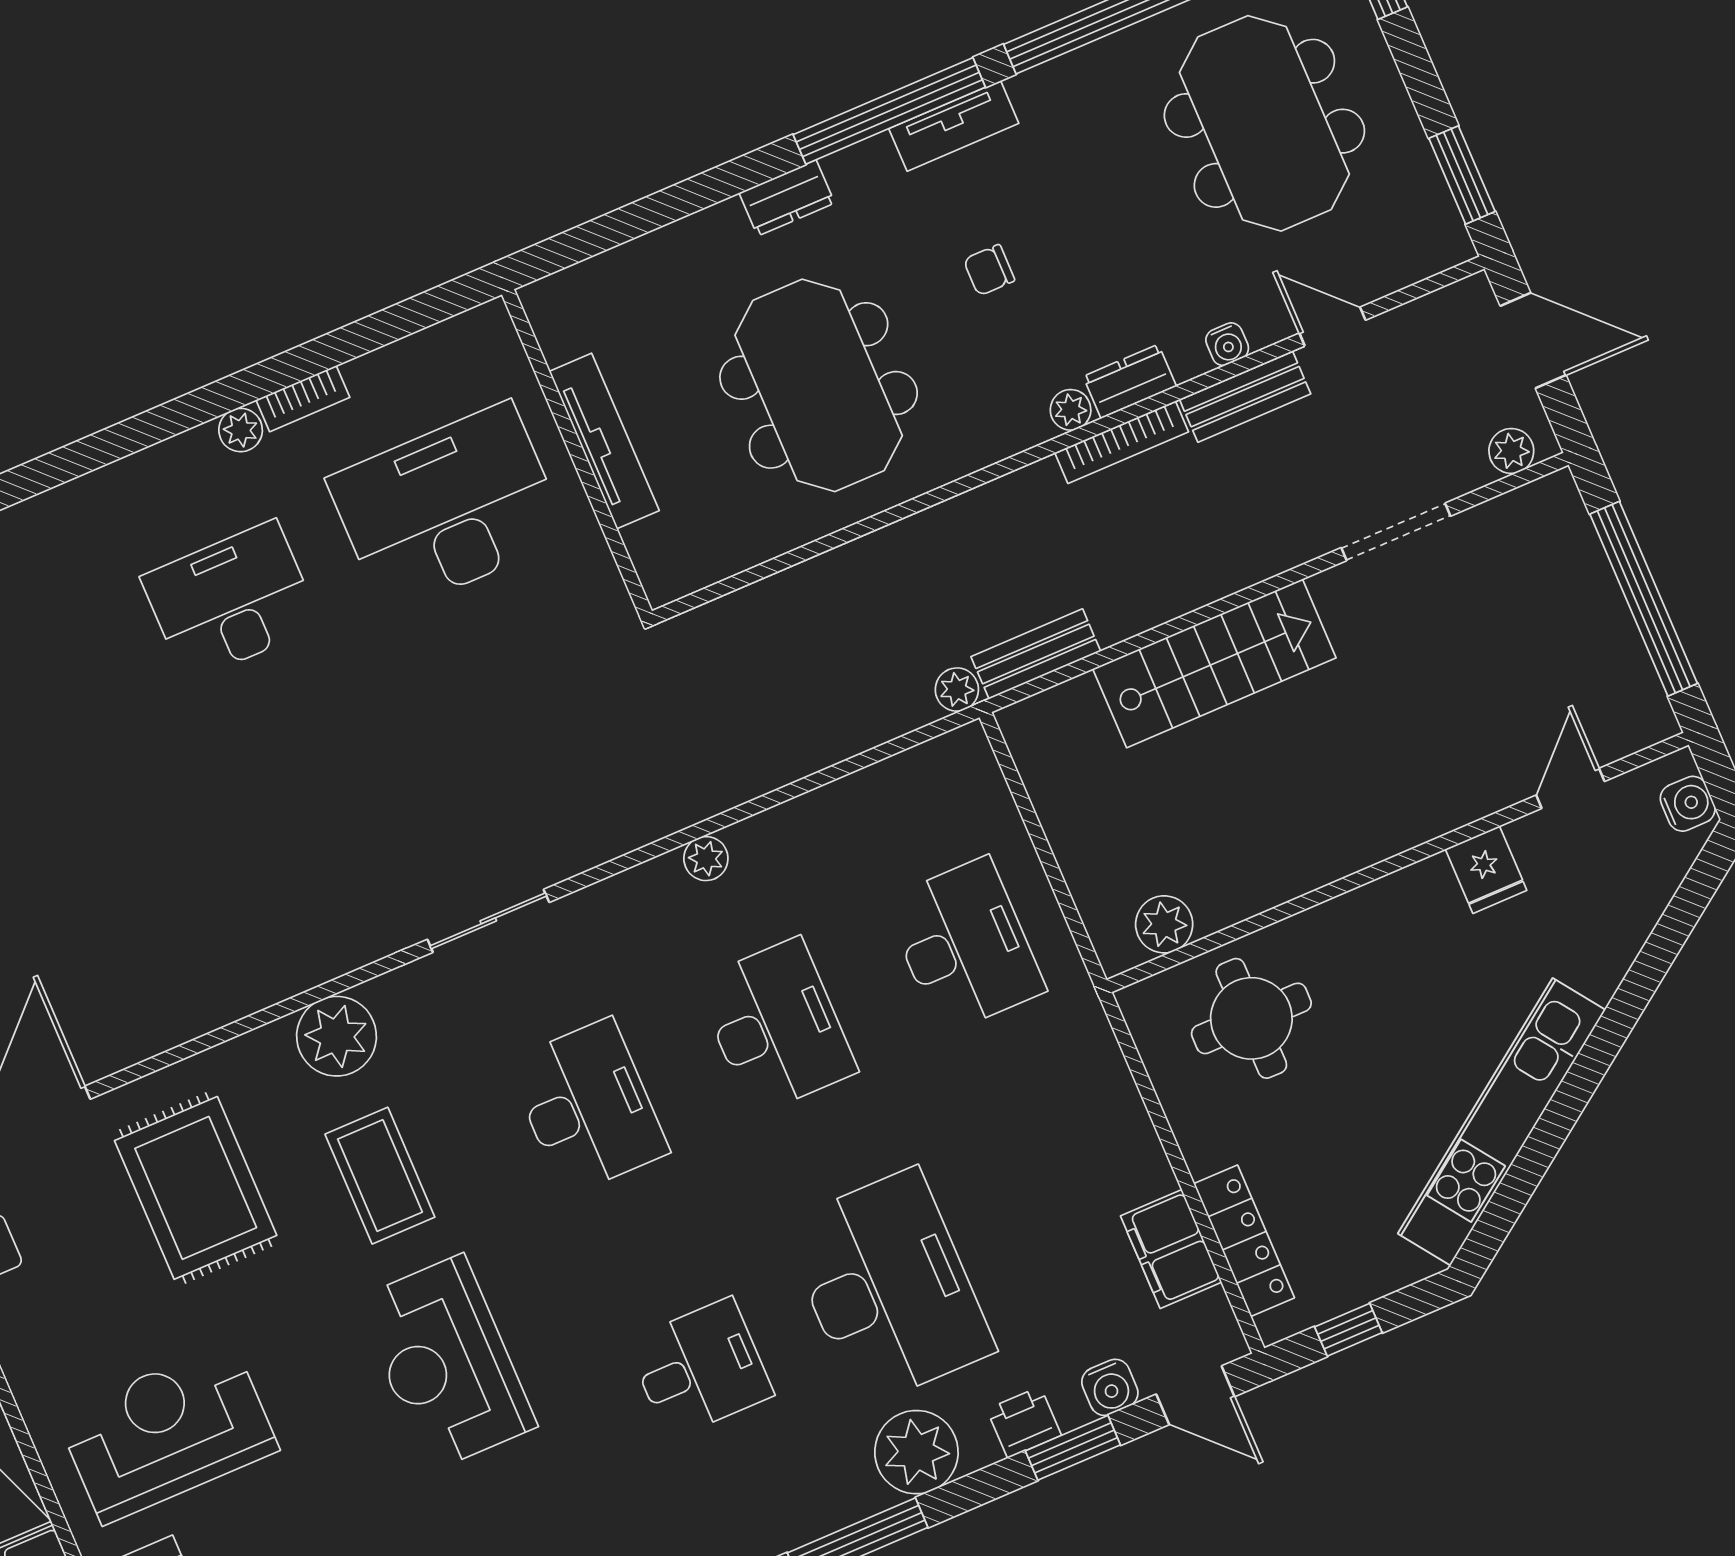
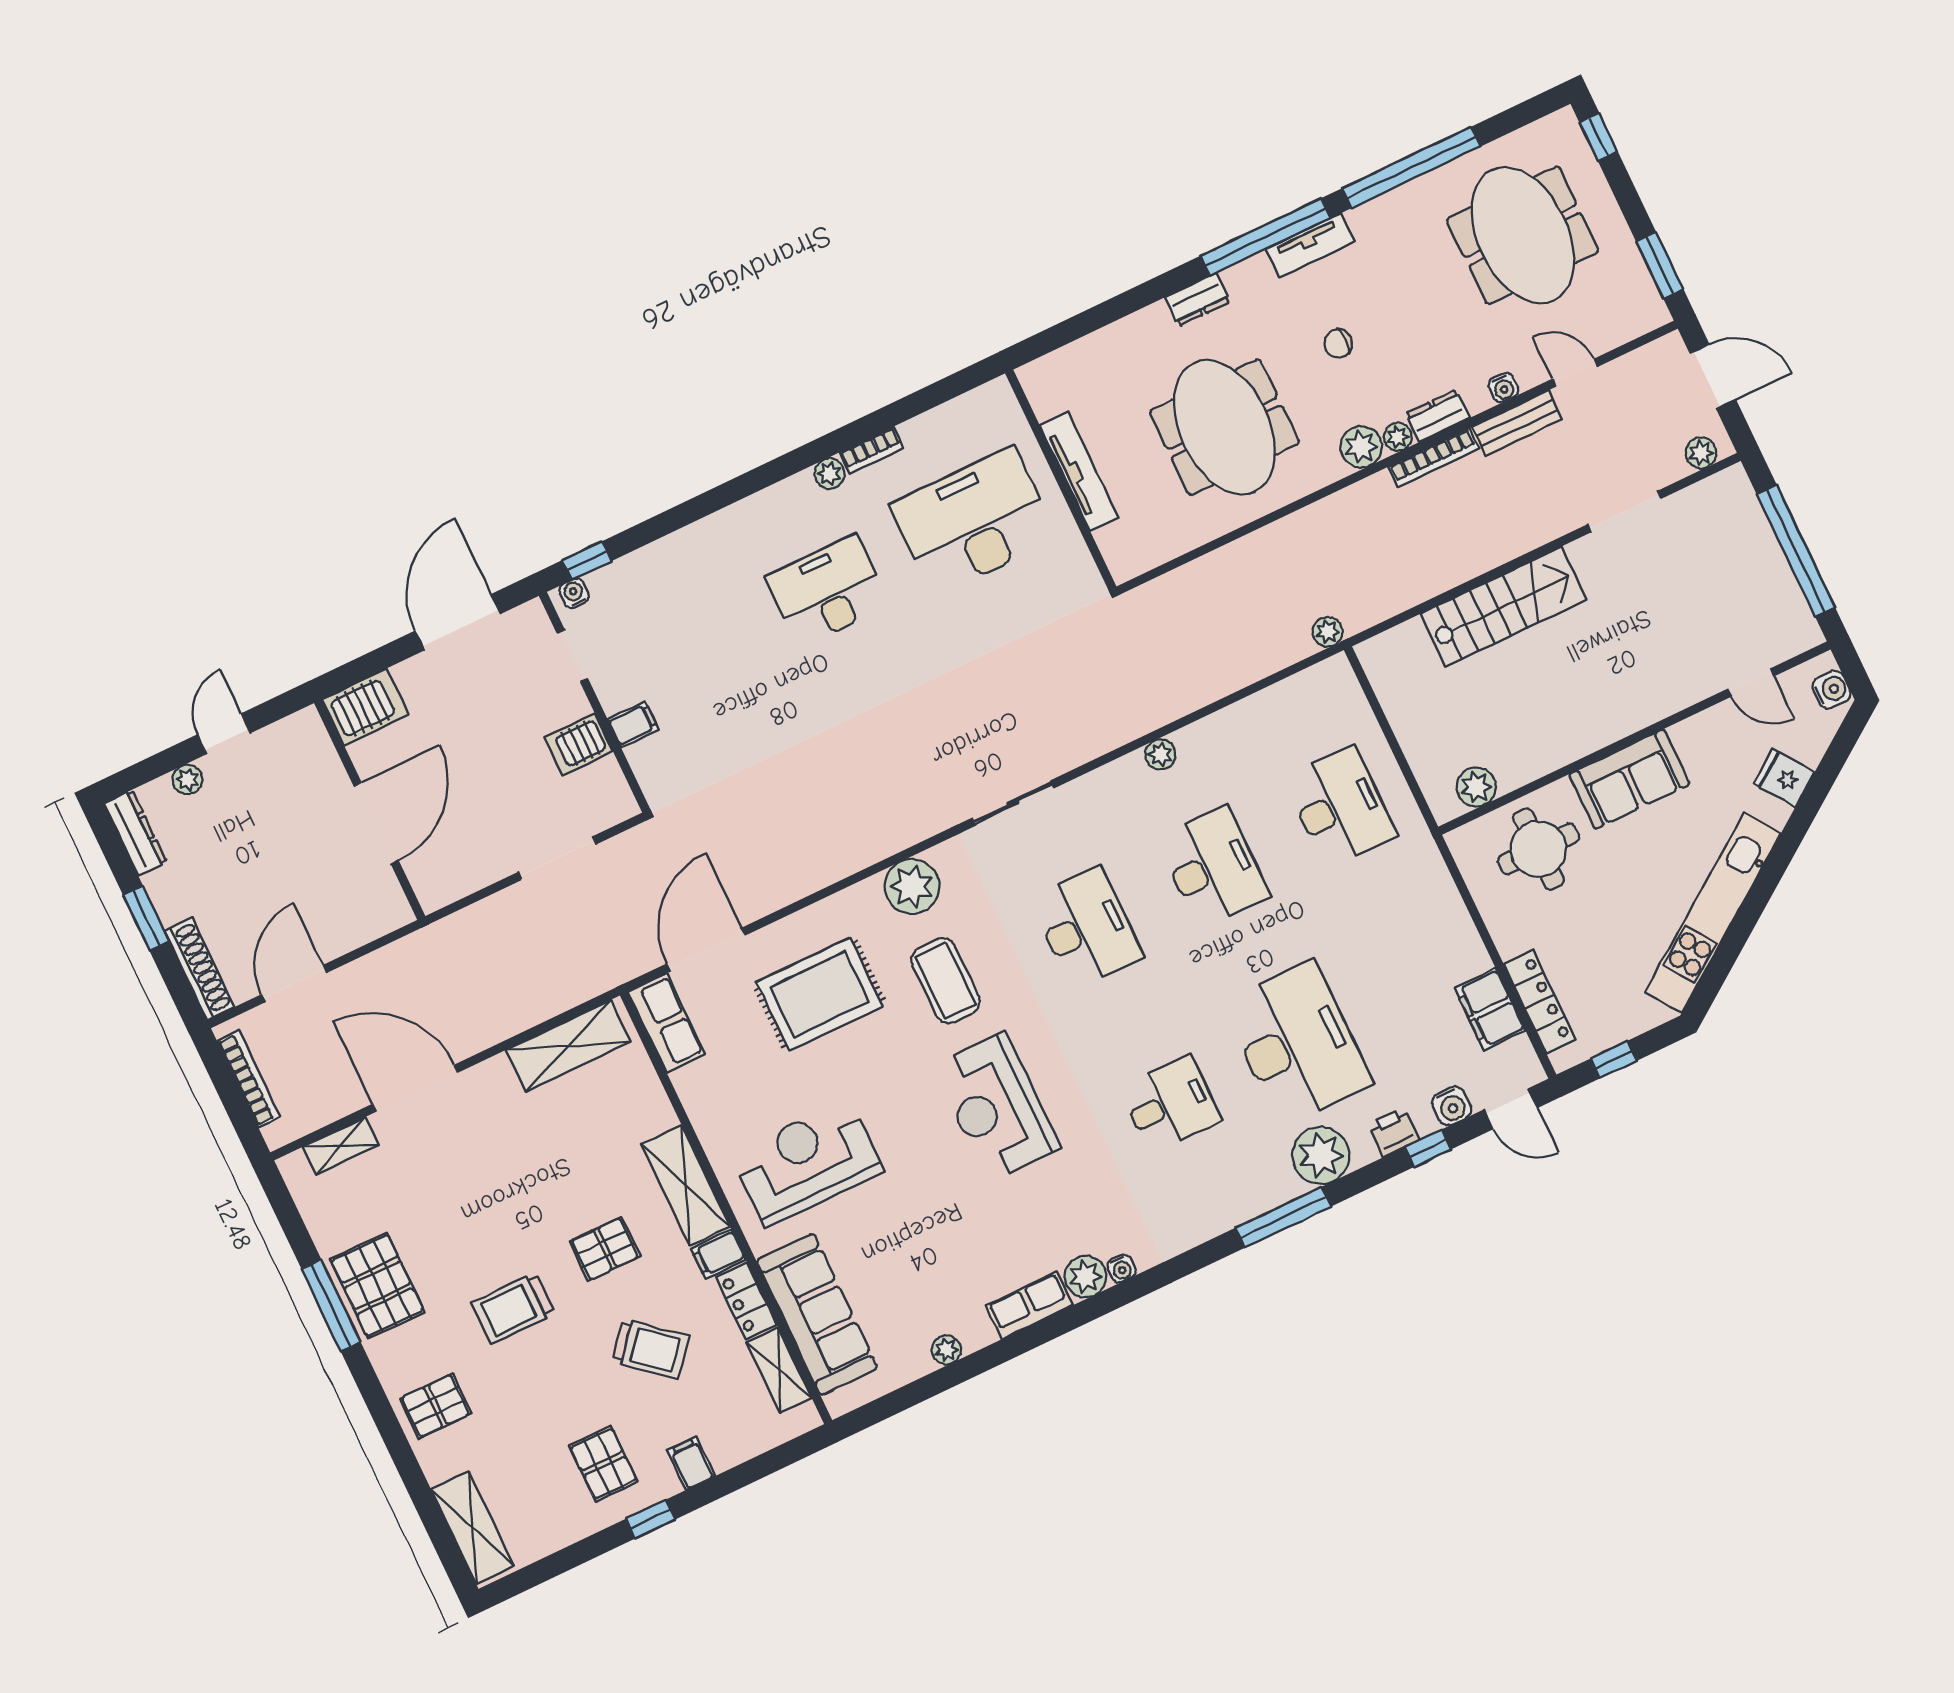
plant: (1016, 422) -> (1361, 447), added
bench: (1036, 654) -> (1381, 605), removed
door: (1570, 788) -> (1751, 682), swing flipped
fridge: (1486, 870) -> (1784, 778), moved, turned 144
sofa: (1388, 922) -> (1629, 779), added
rug: (196, 1188) -> (820, 994), turned 90
window: (1073, 1448) -> (1428, 1148), width x0.67

